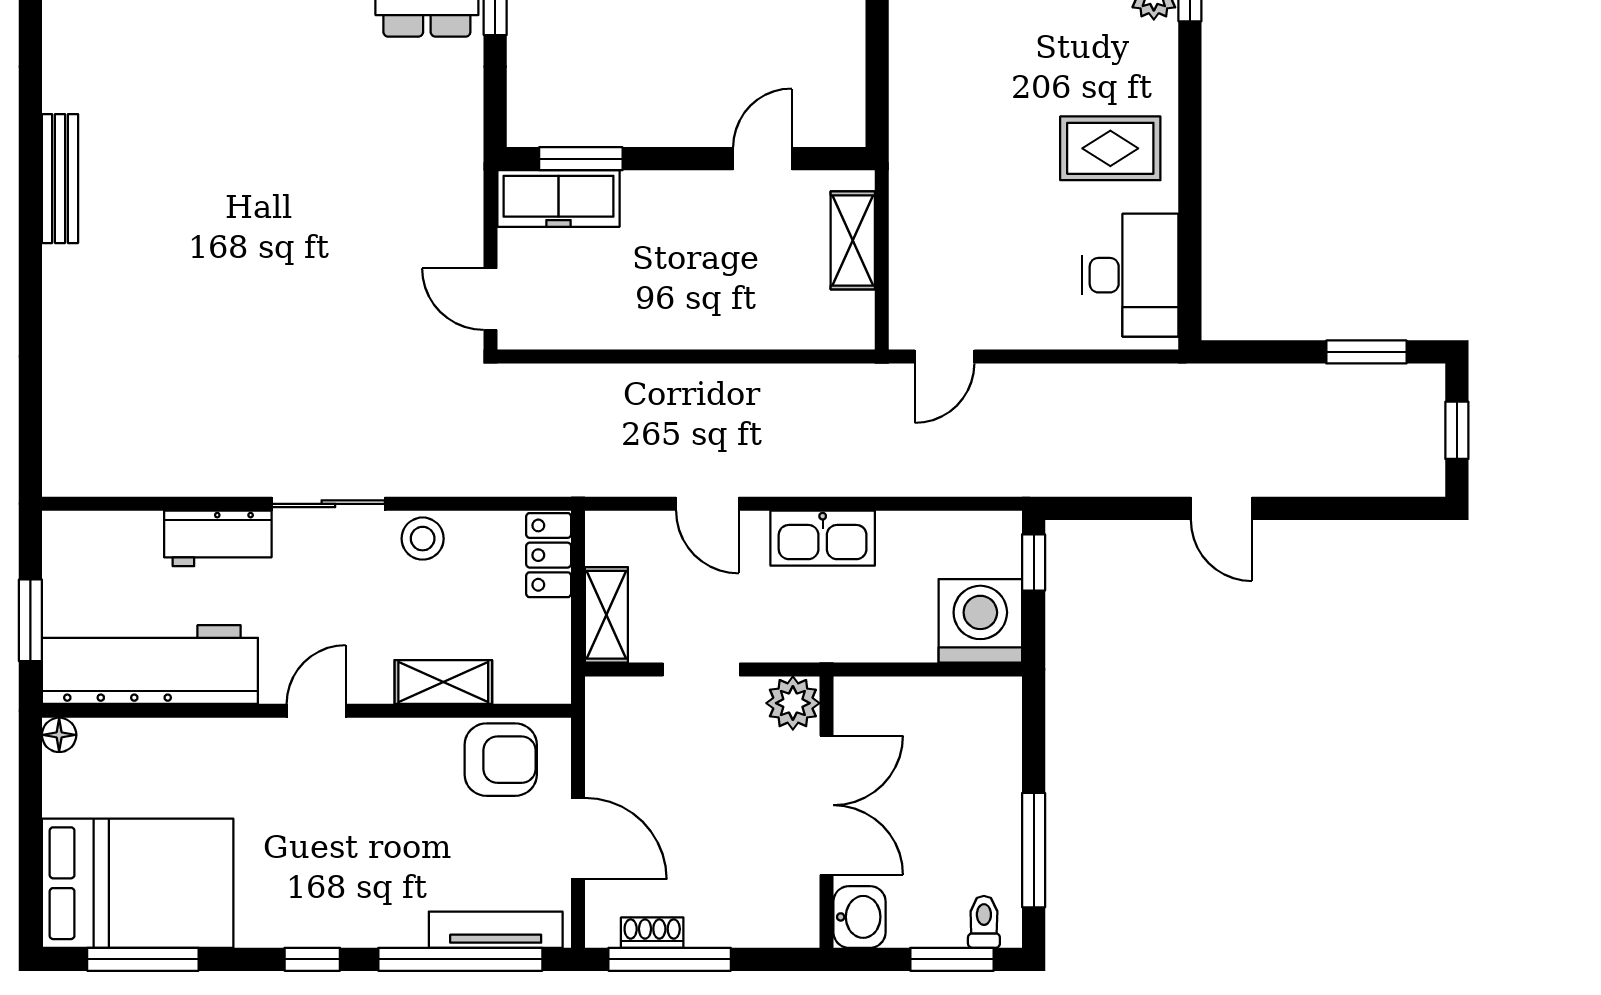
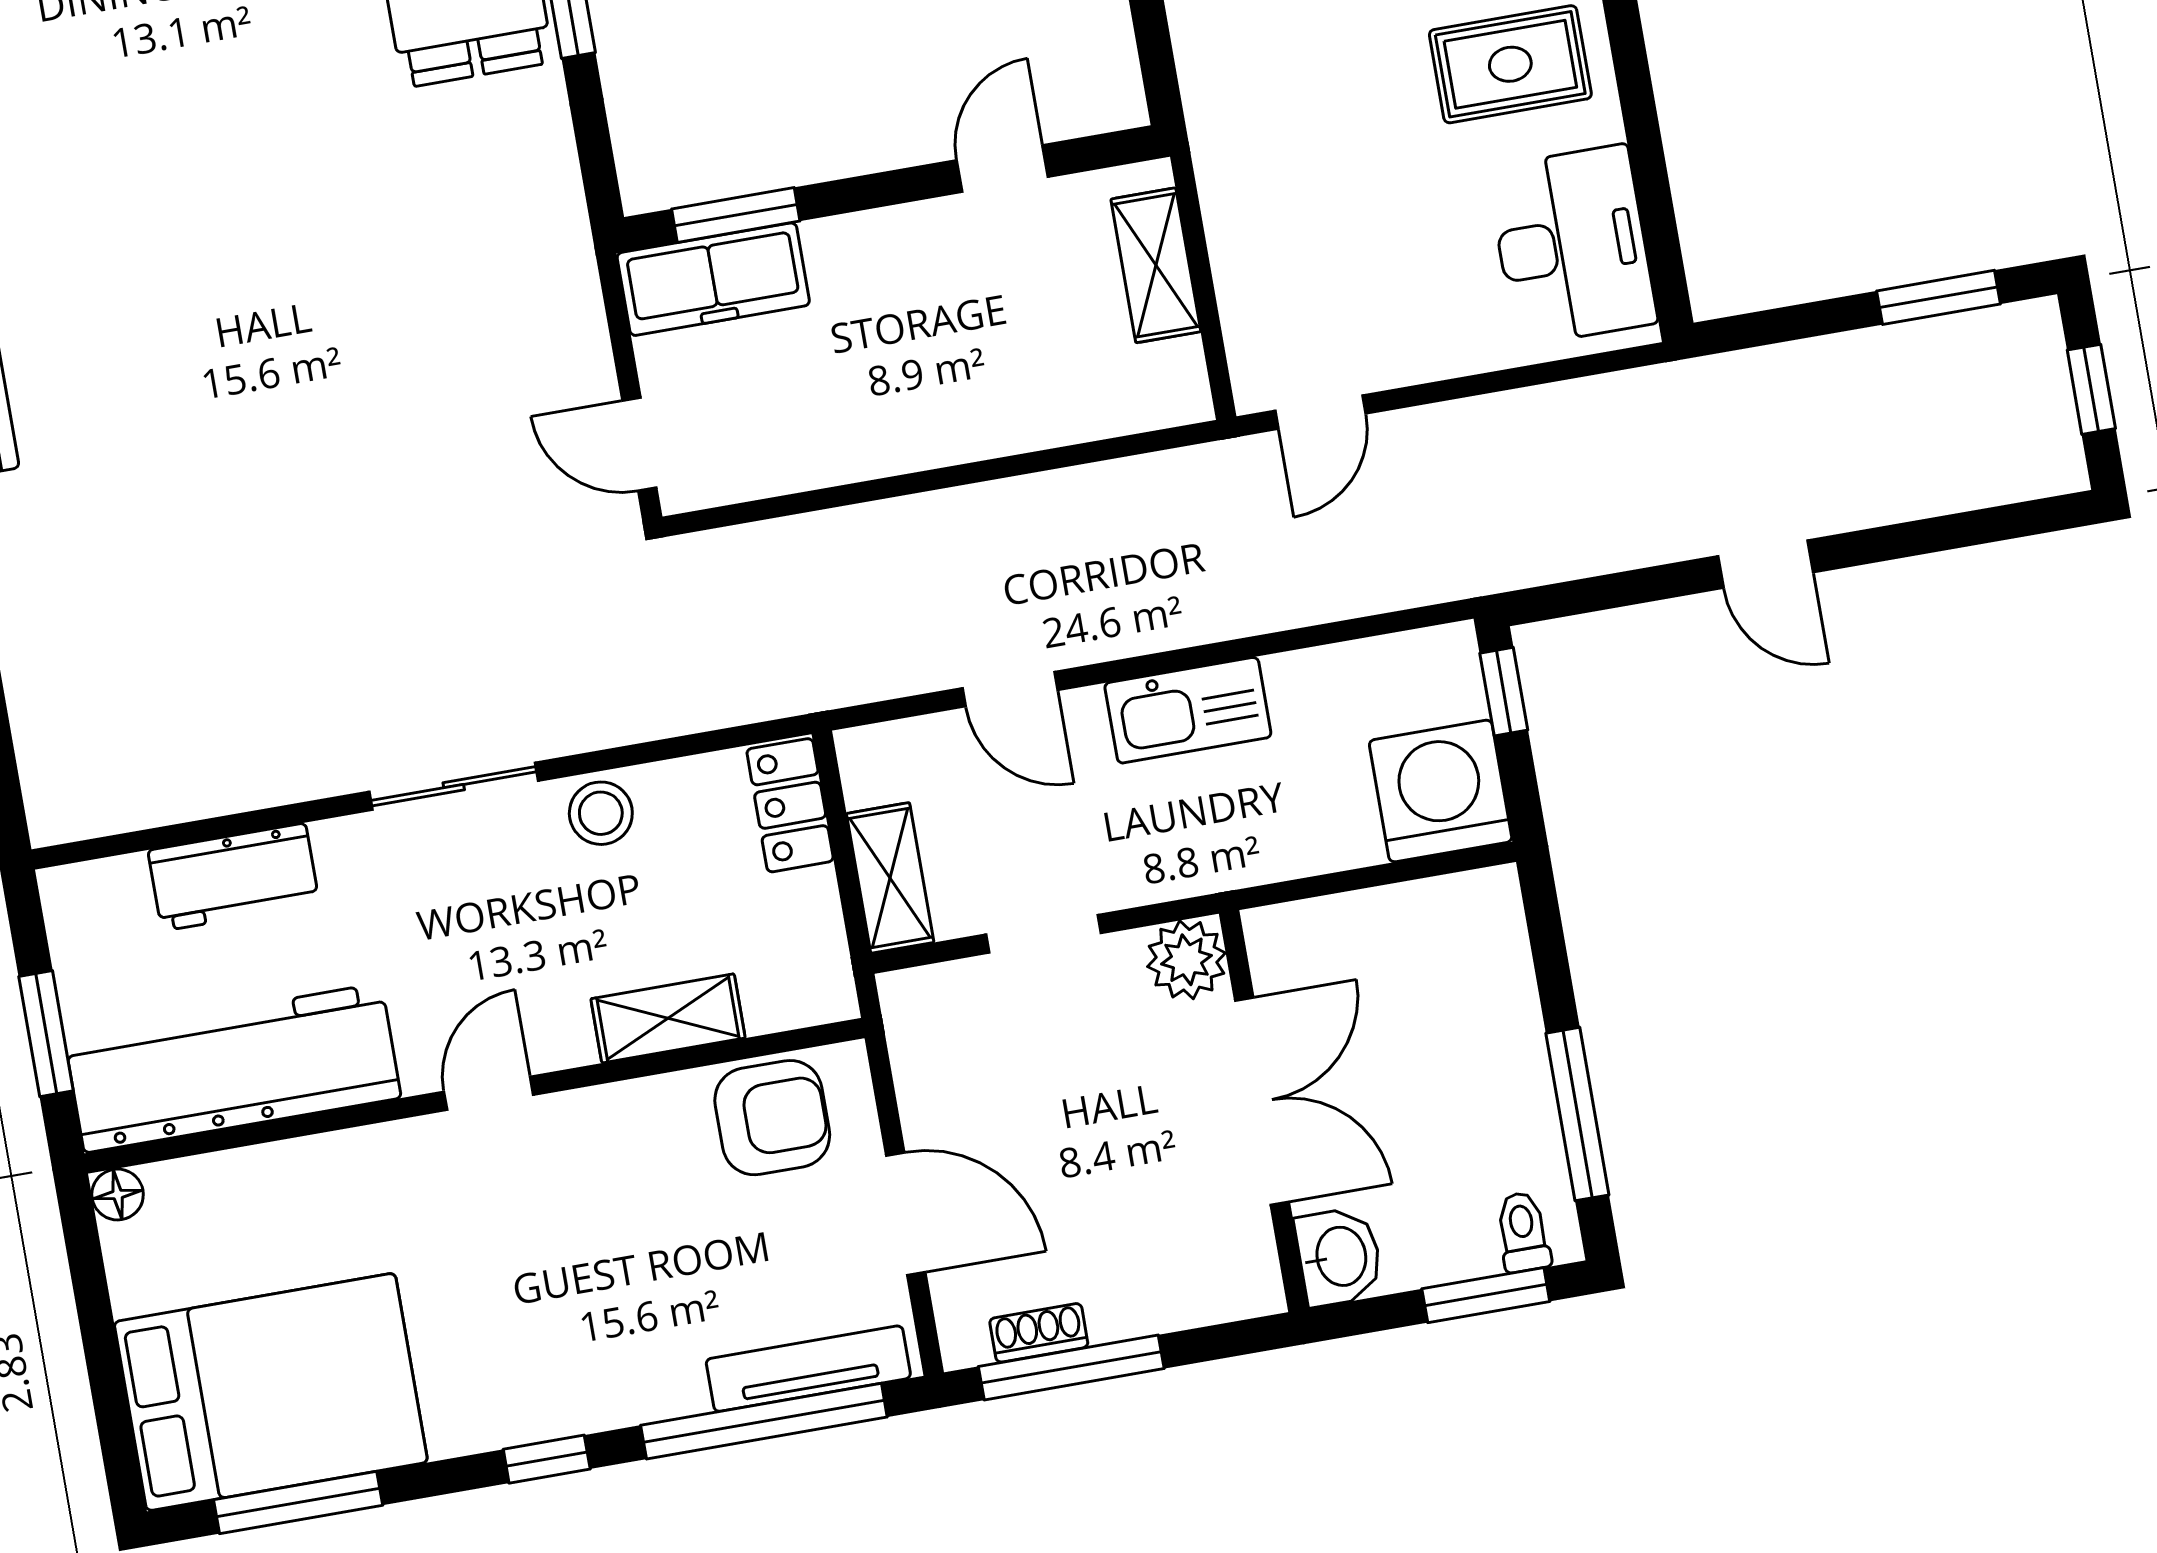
workbench: (218, 538) -> (234, 877), moved

